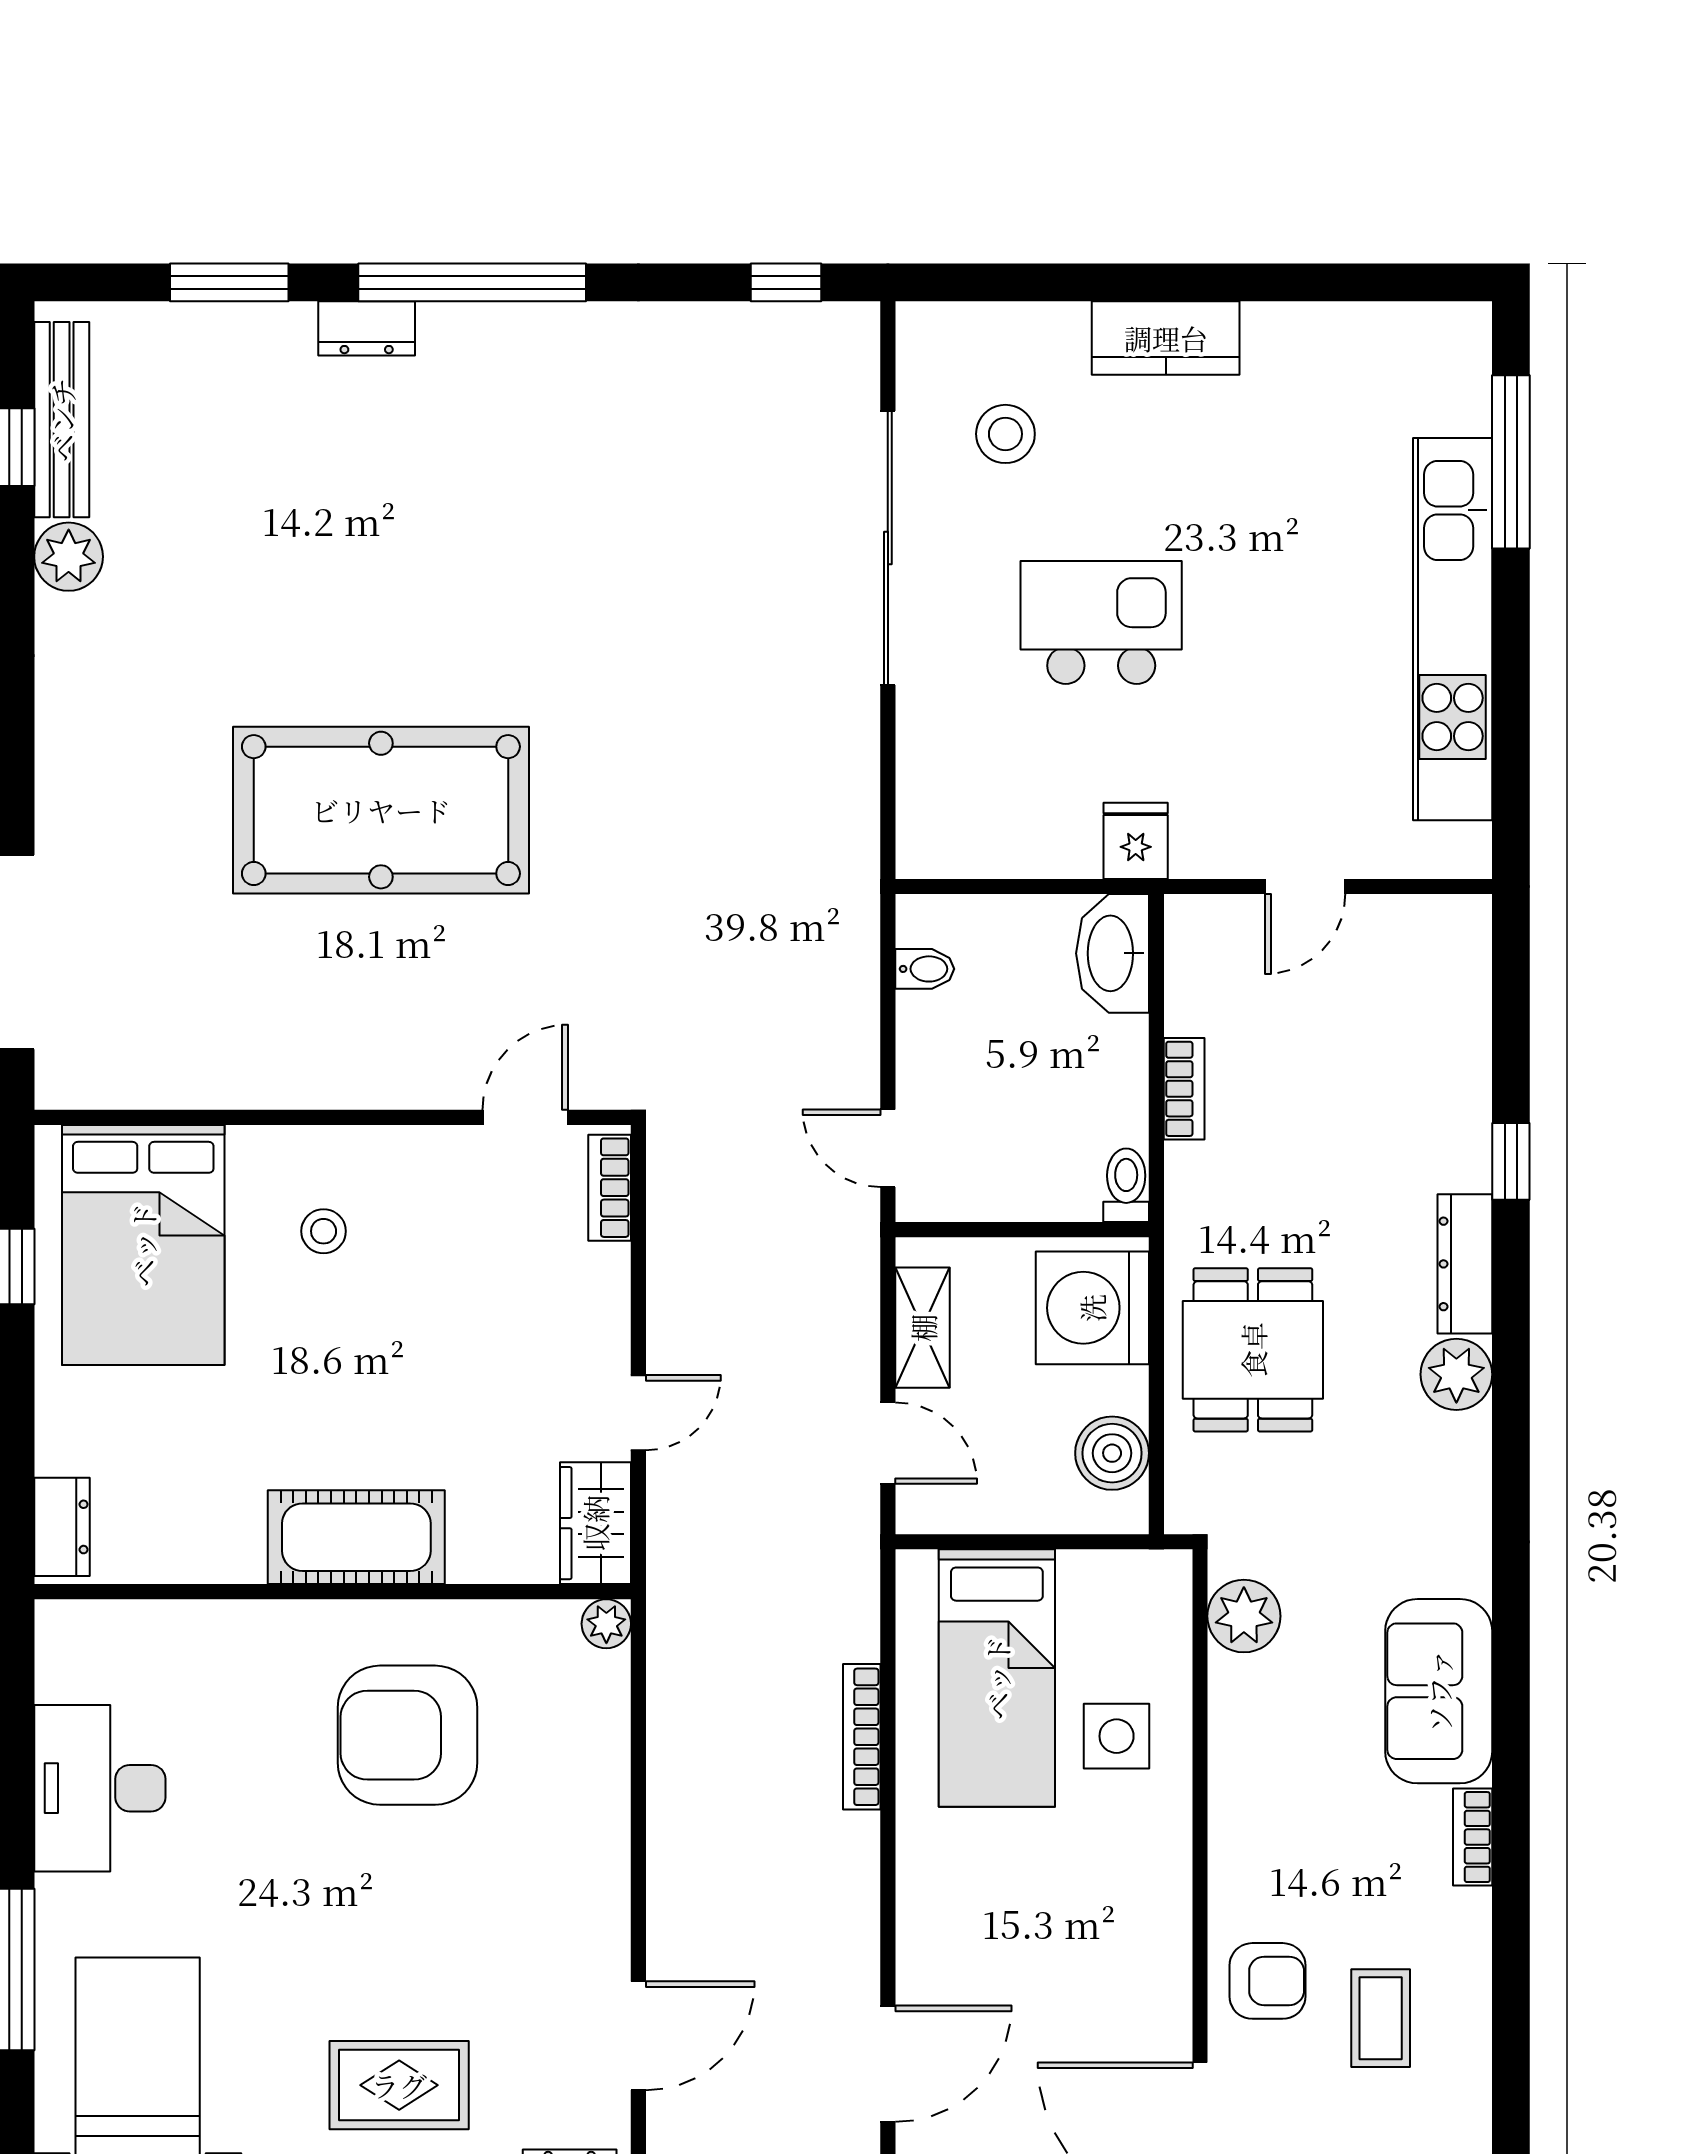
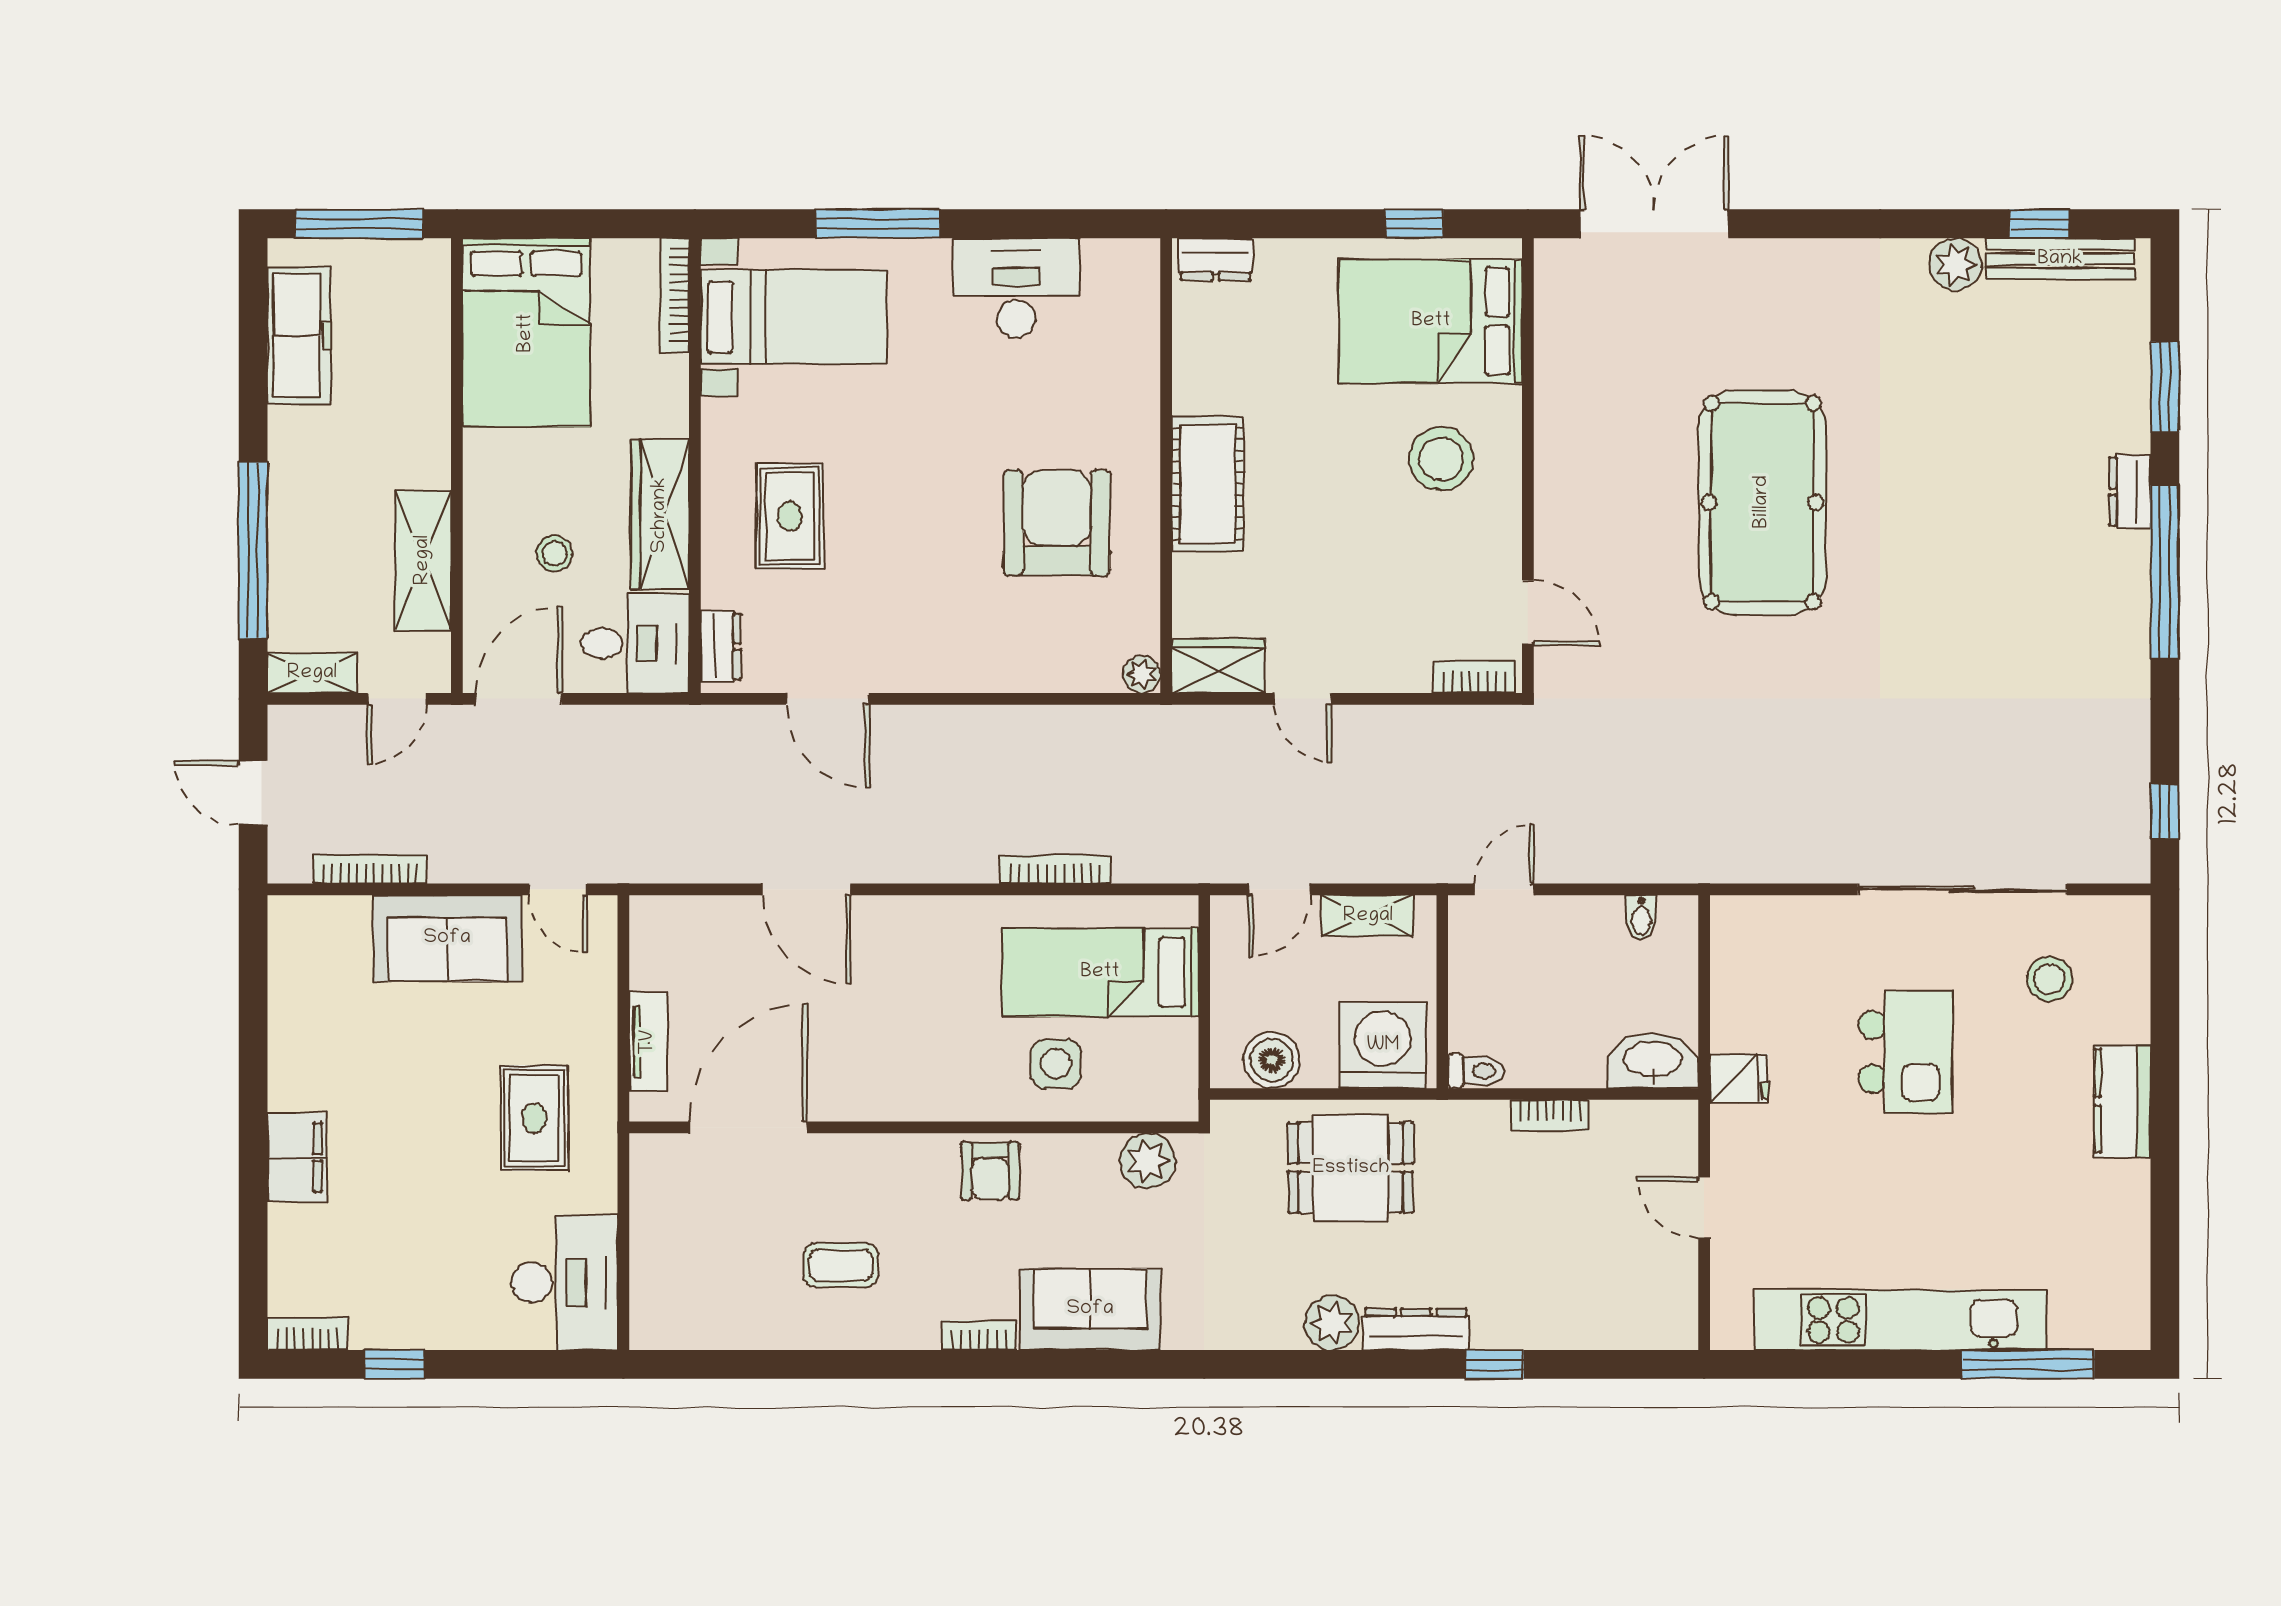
stool: (324, 1231) -> (1441, 459), width x1.89, depth x1.89
armchair: (1267, 1981) -> (990, 1171), moved

